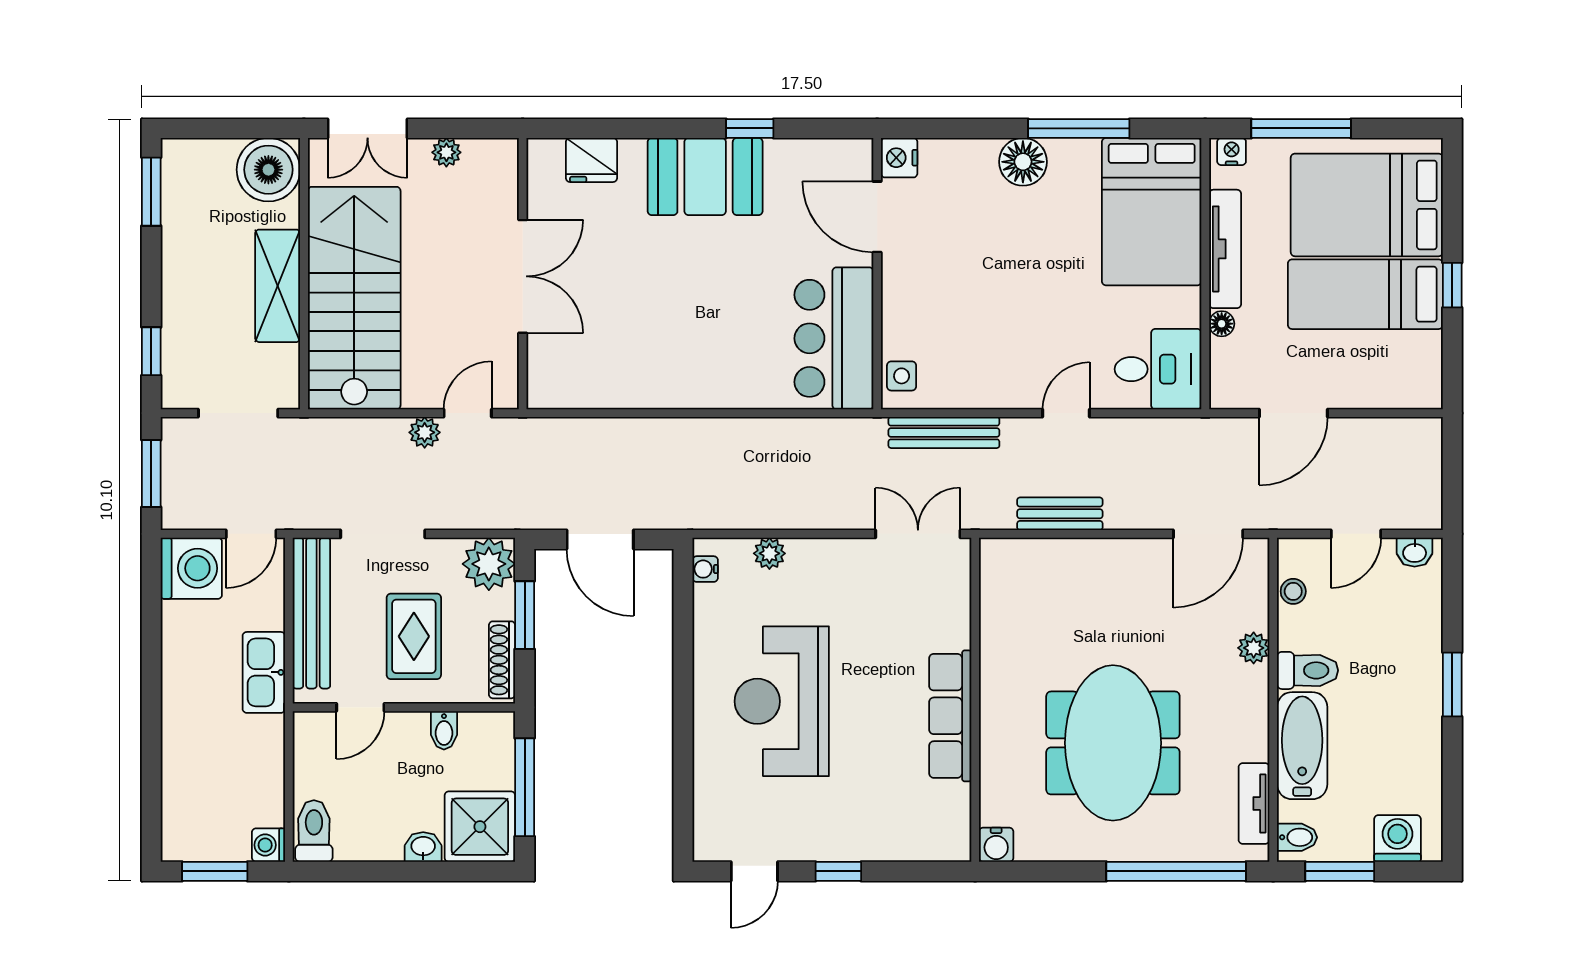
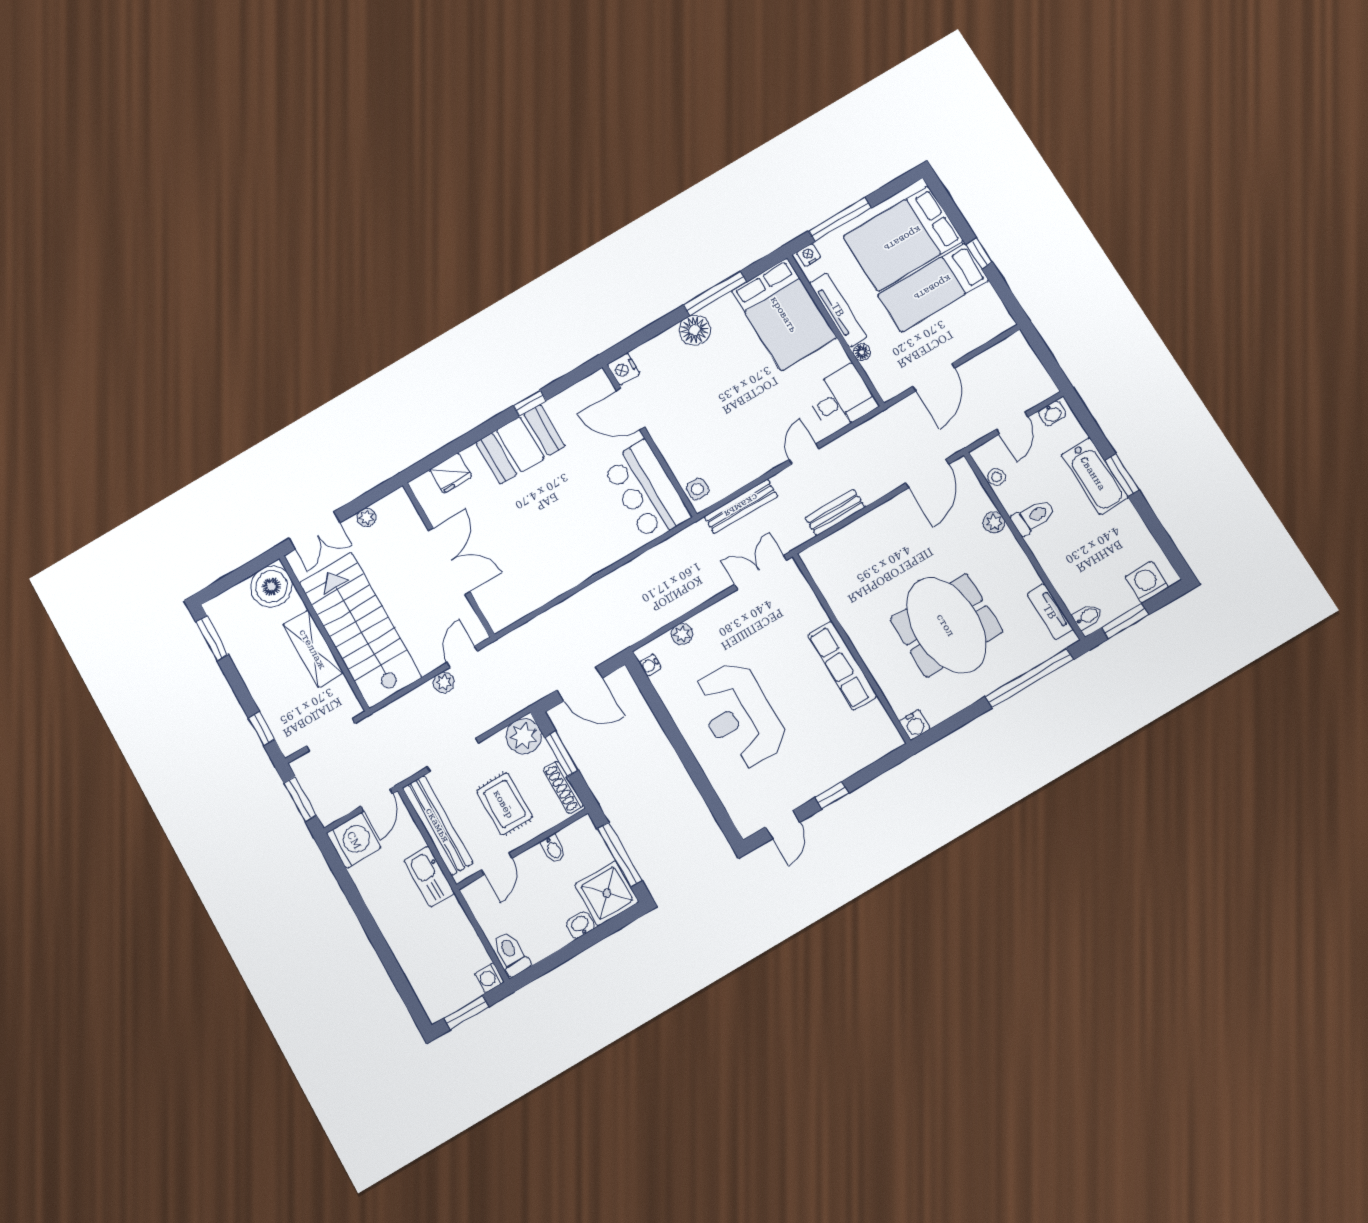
bathtub: (1302, 746) -> (1095, 476), moved, turned 180

